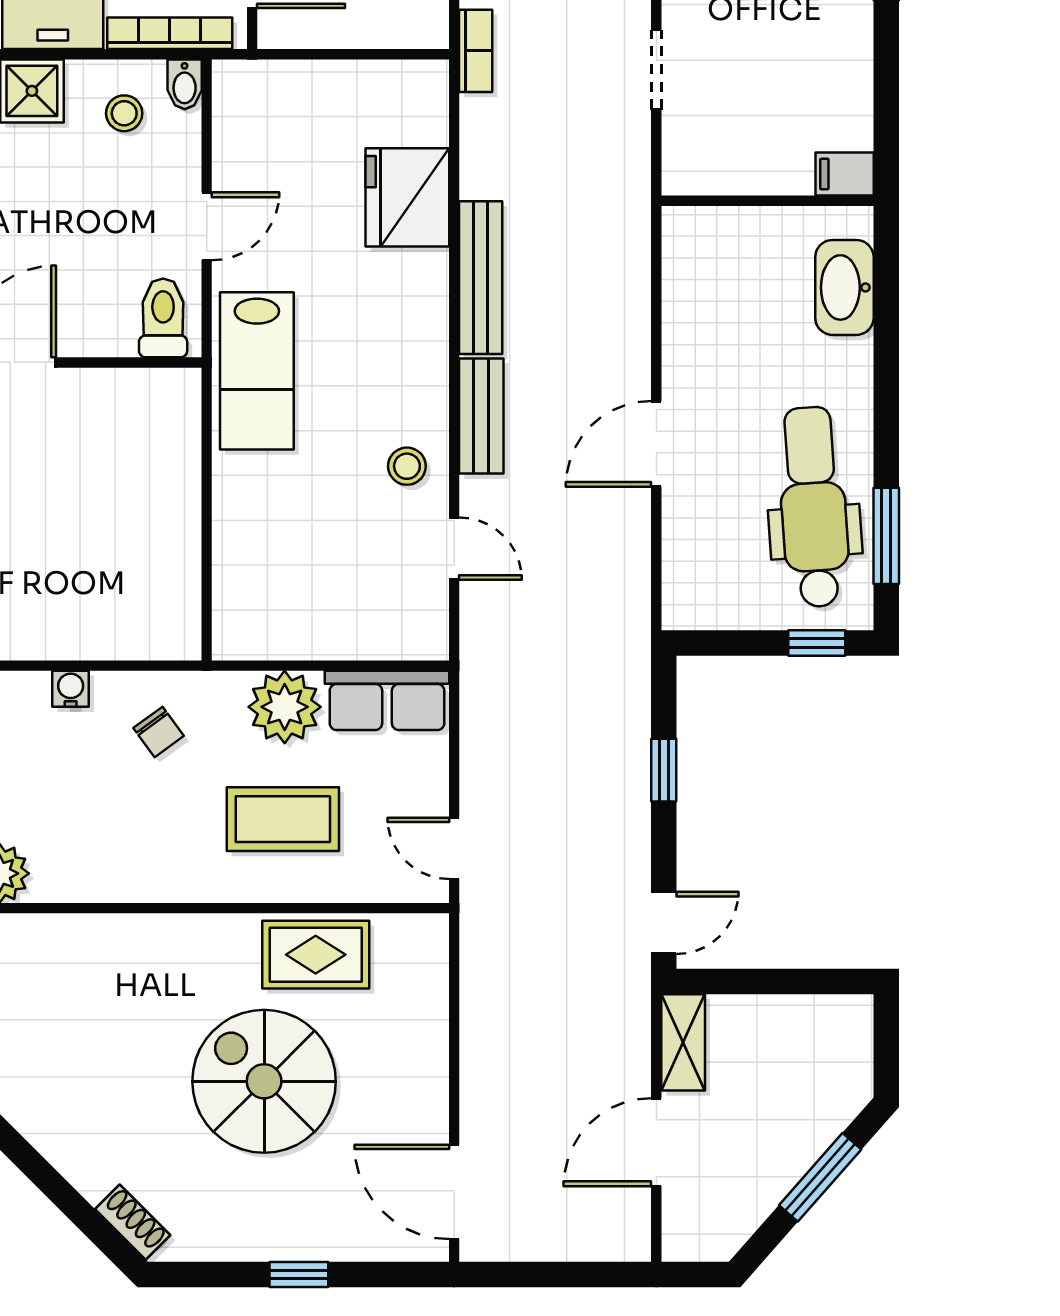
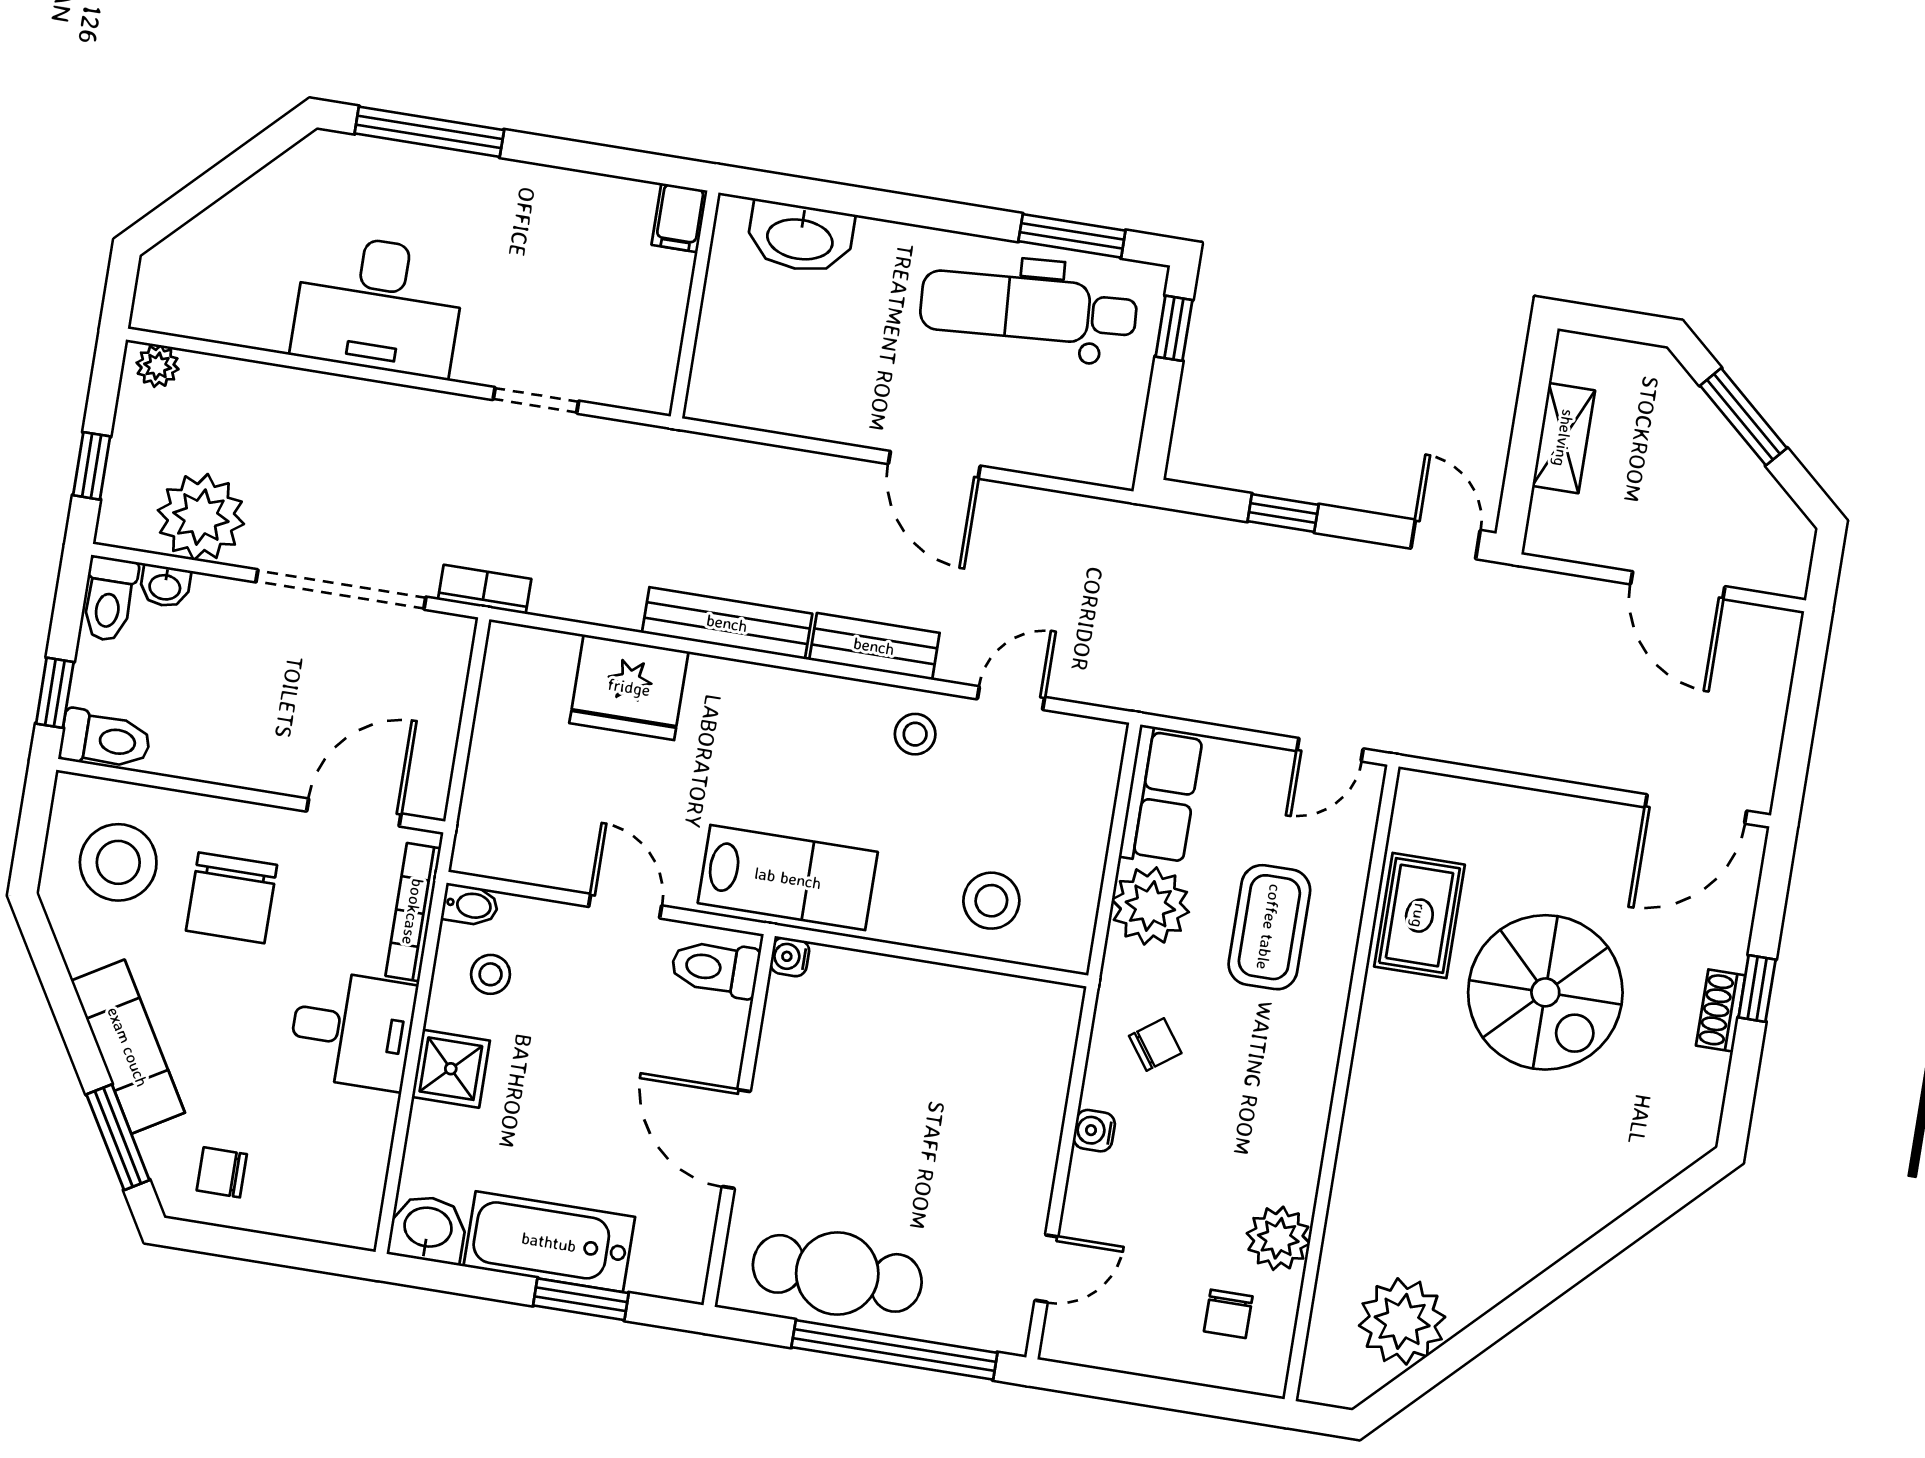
water cooler: (185, 385) -> (790, 957), added
stool: (266, 561) -> (991, 901), added
shelving: (683, 1042) -> (1564, 438), moved, turned 90
spiral stairs: (264, 1081) -> (1545, 992), turned -90
shoe rack: (133, 1222) -> (1721, 1011), moved, turned -45

